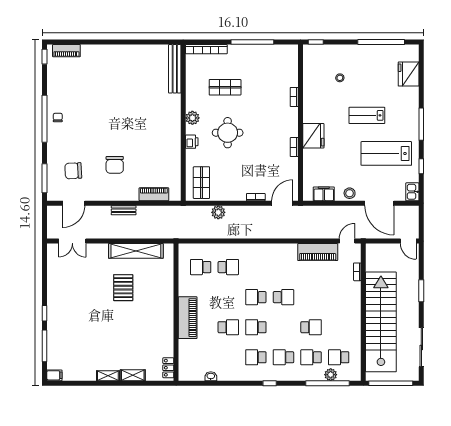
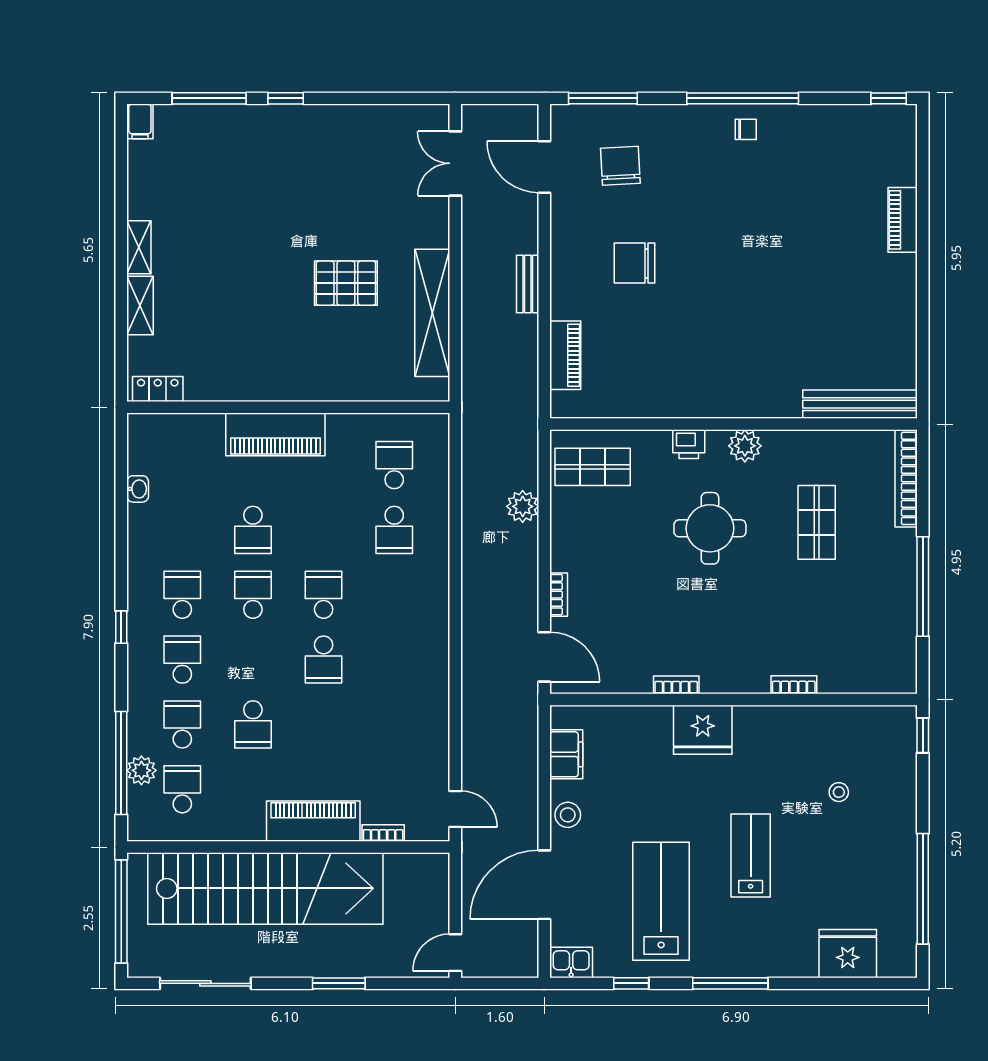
piano: (66, 51) -> (903, 220), moved
piano: (318, 252) -> (313, 821), moved, turned 90

